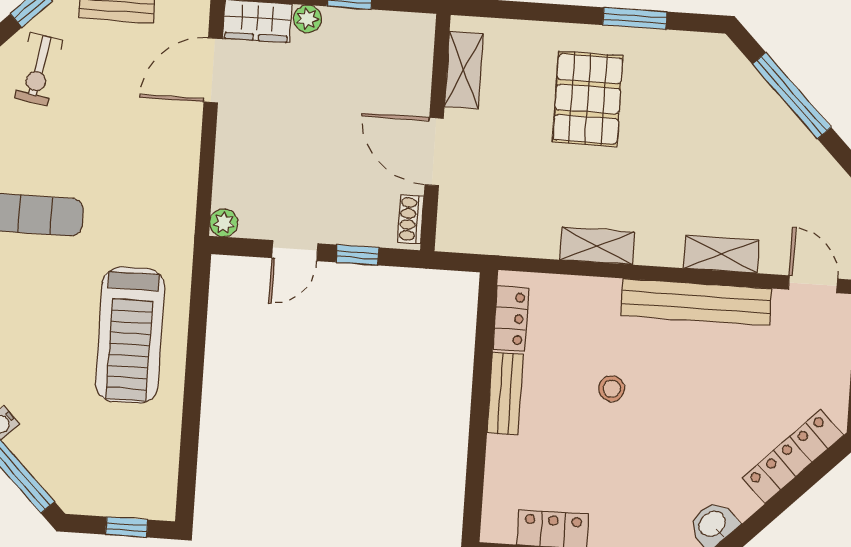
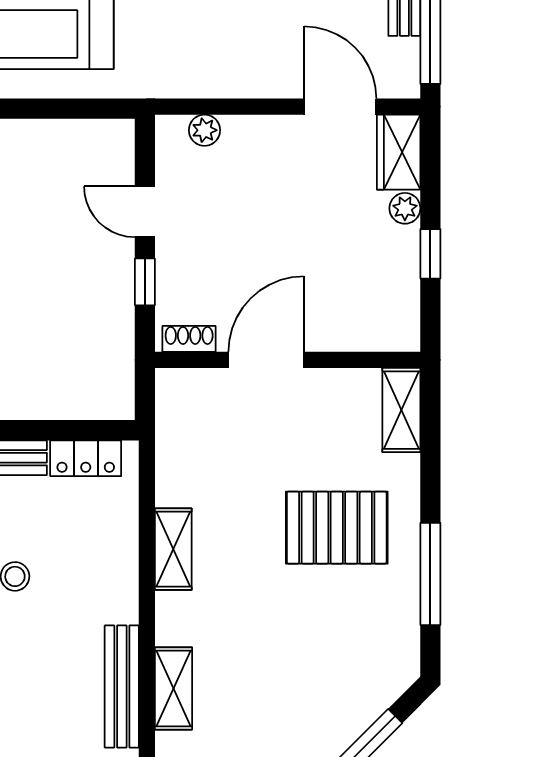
window: (635, 18) -> (430, 574), width x1.44
shelving: (464, 70) -> (401, 410), moved, turned 90
plant: (224, 223) -> (204, 130), moved
bench: (696, 302) -> (122, 687), width x0.73, depth x0.82

